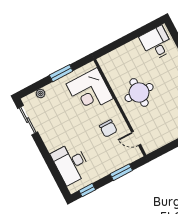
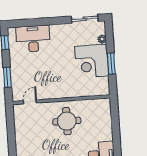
corner desk: (90, 91) -> (92, 61), moved, turned -90
chair: (108, 128) -> (48, 82), removed

